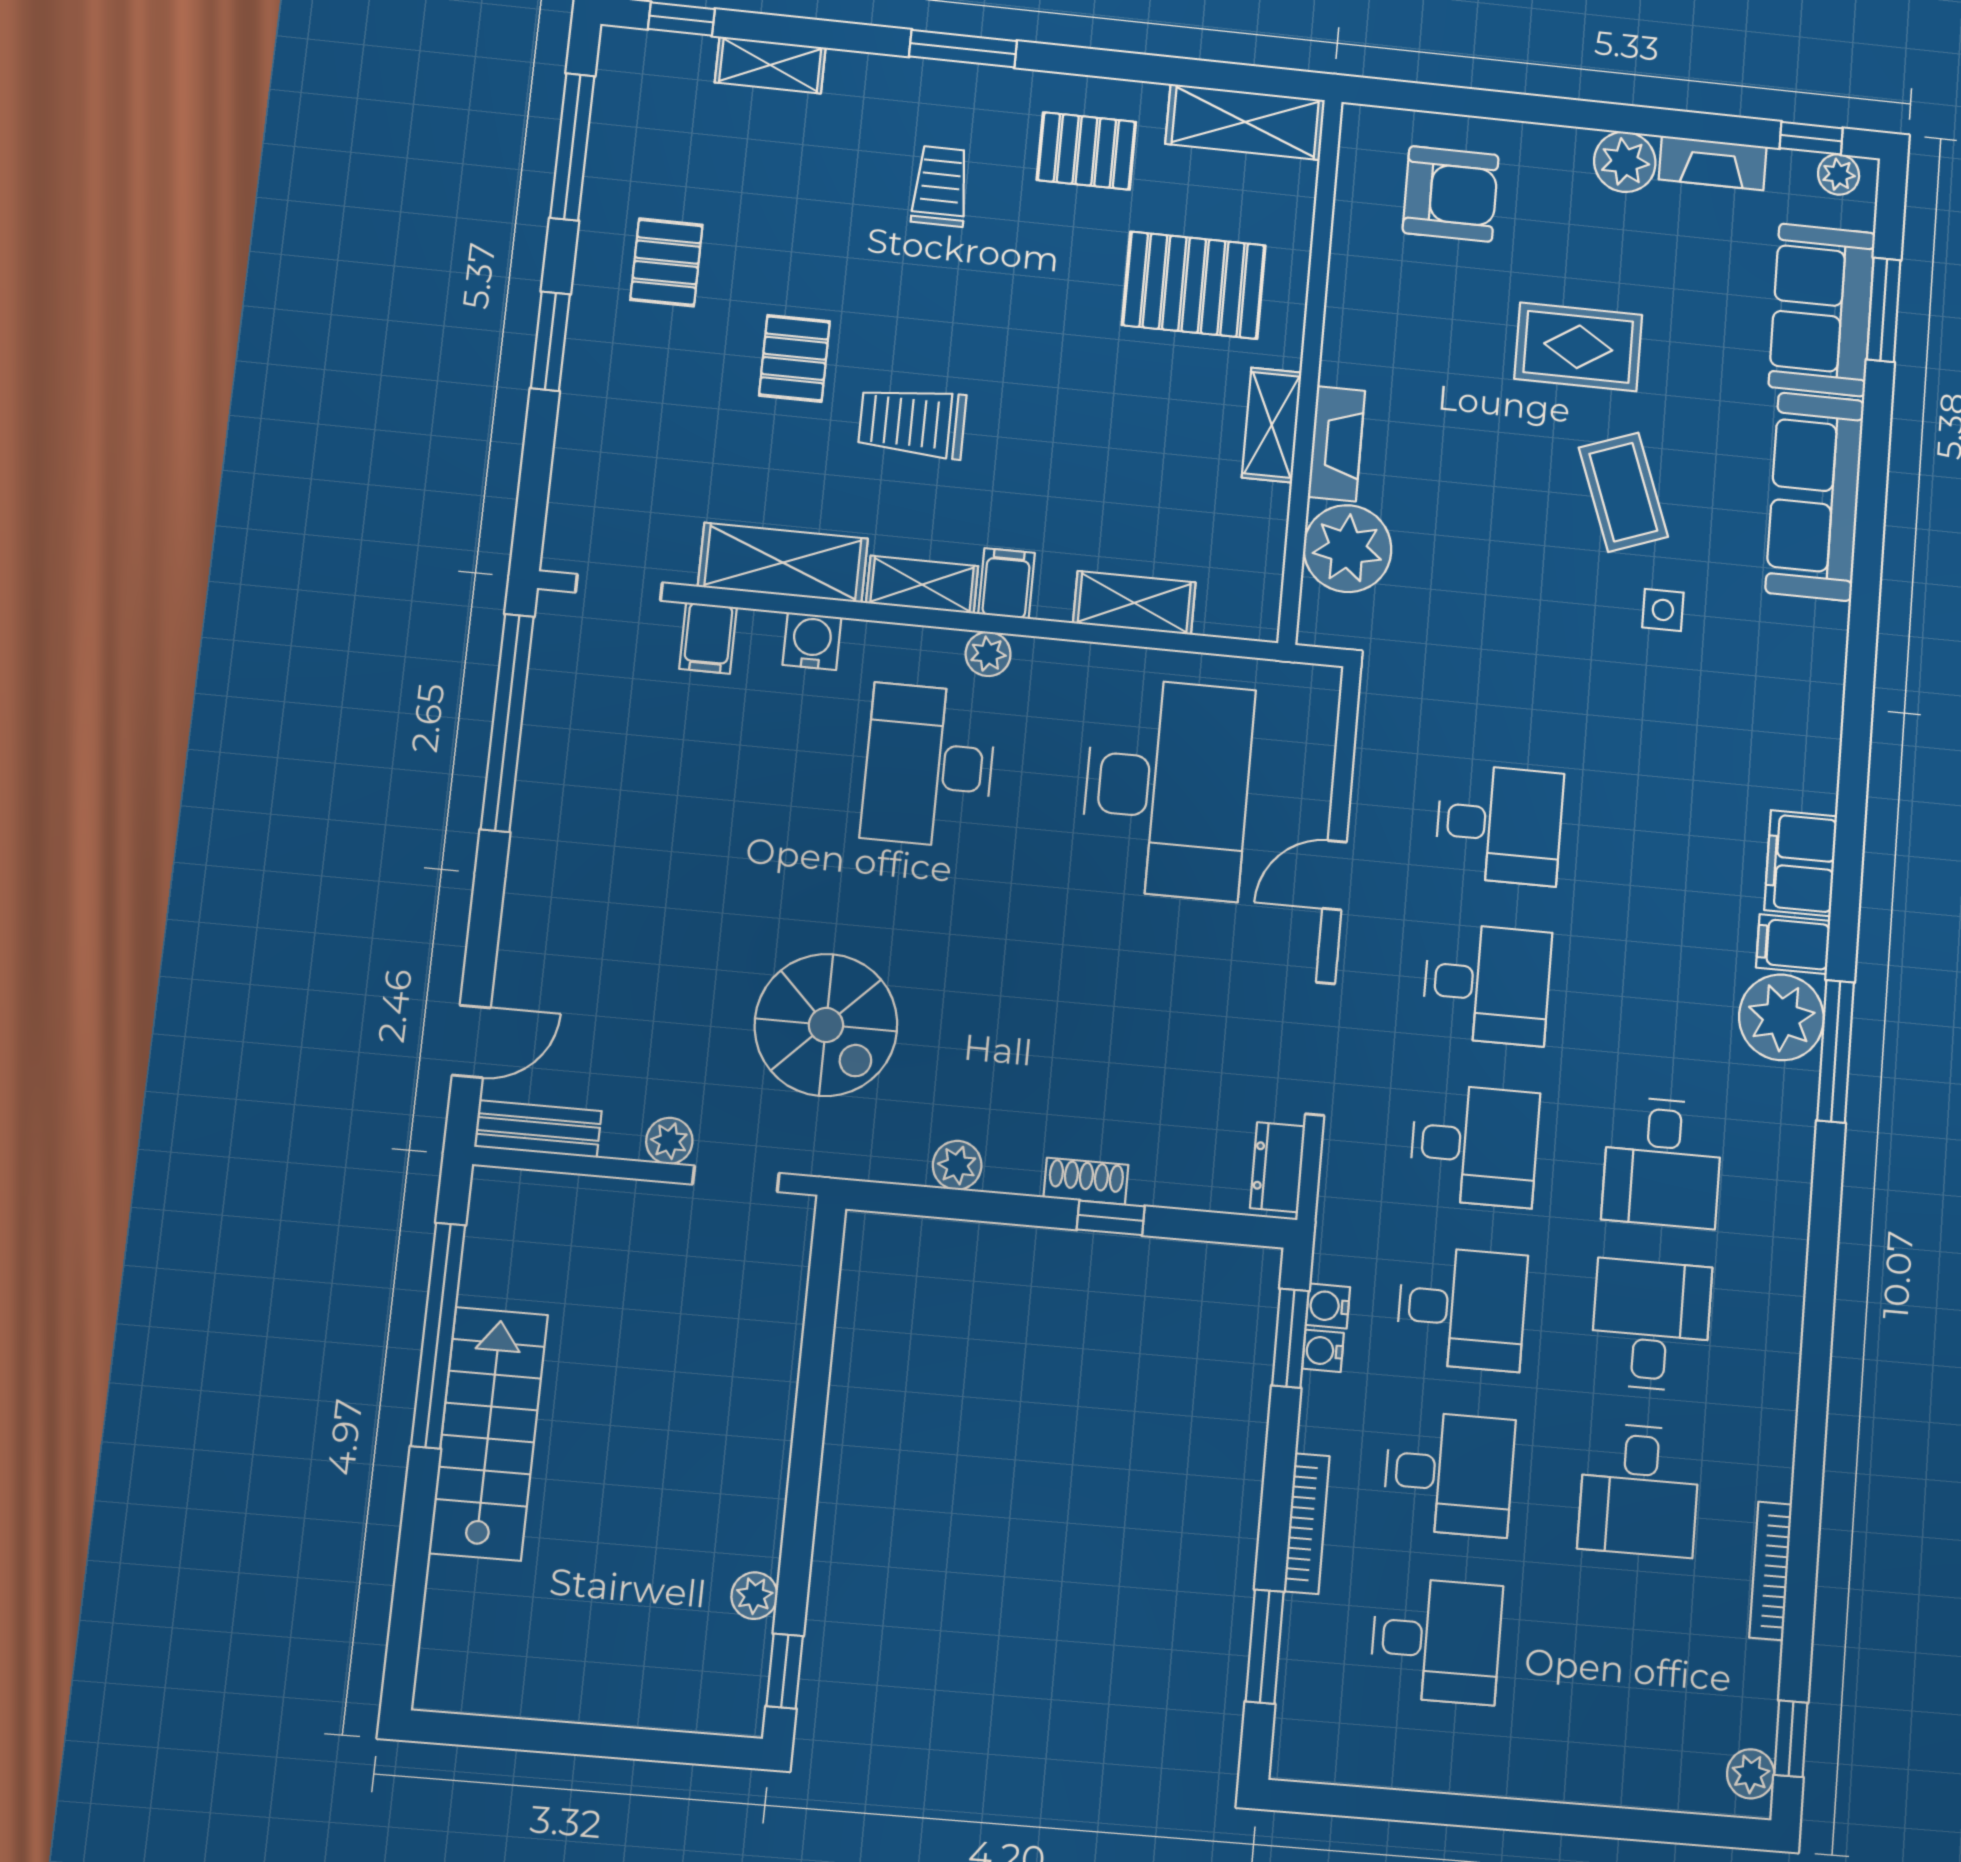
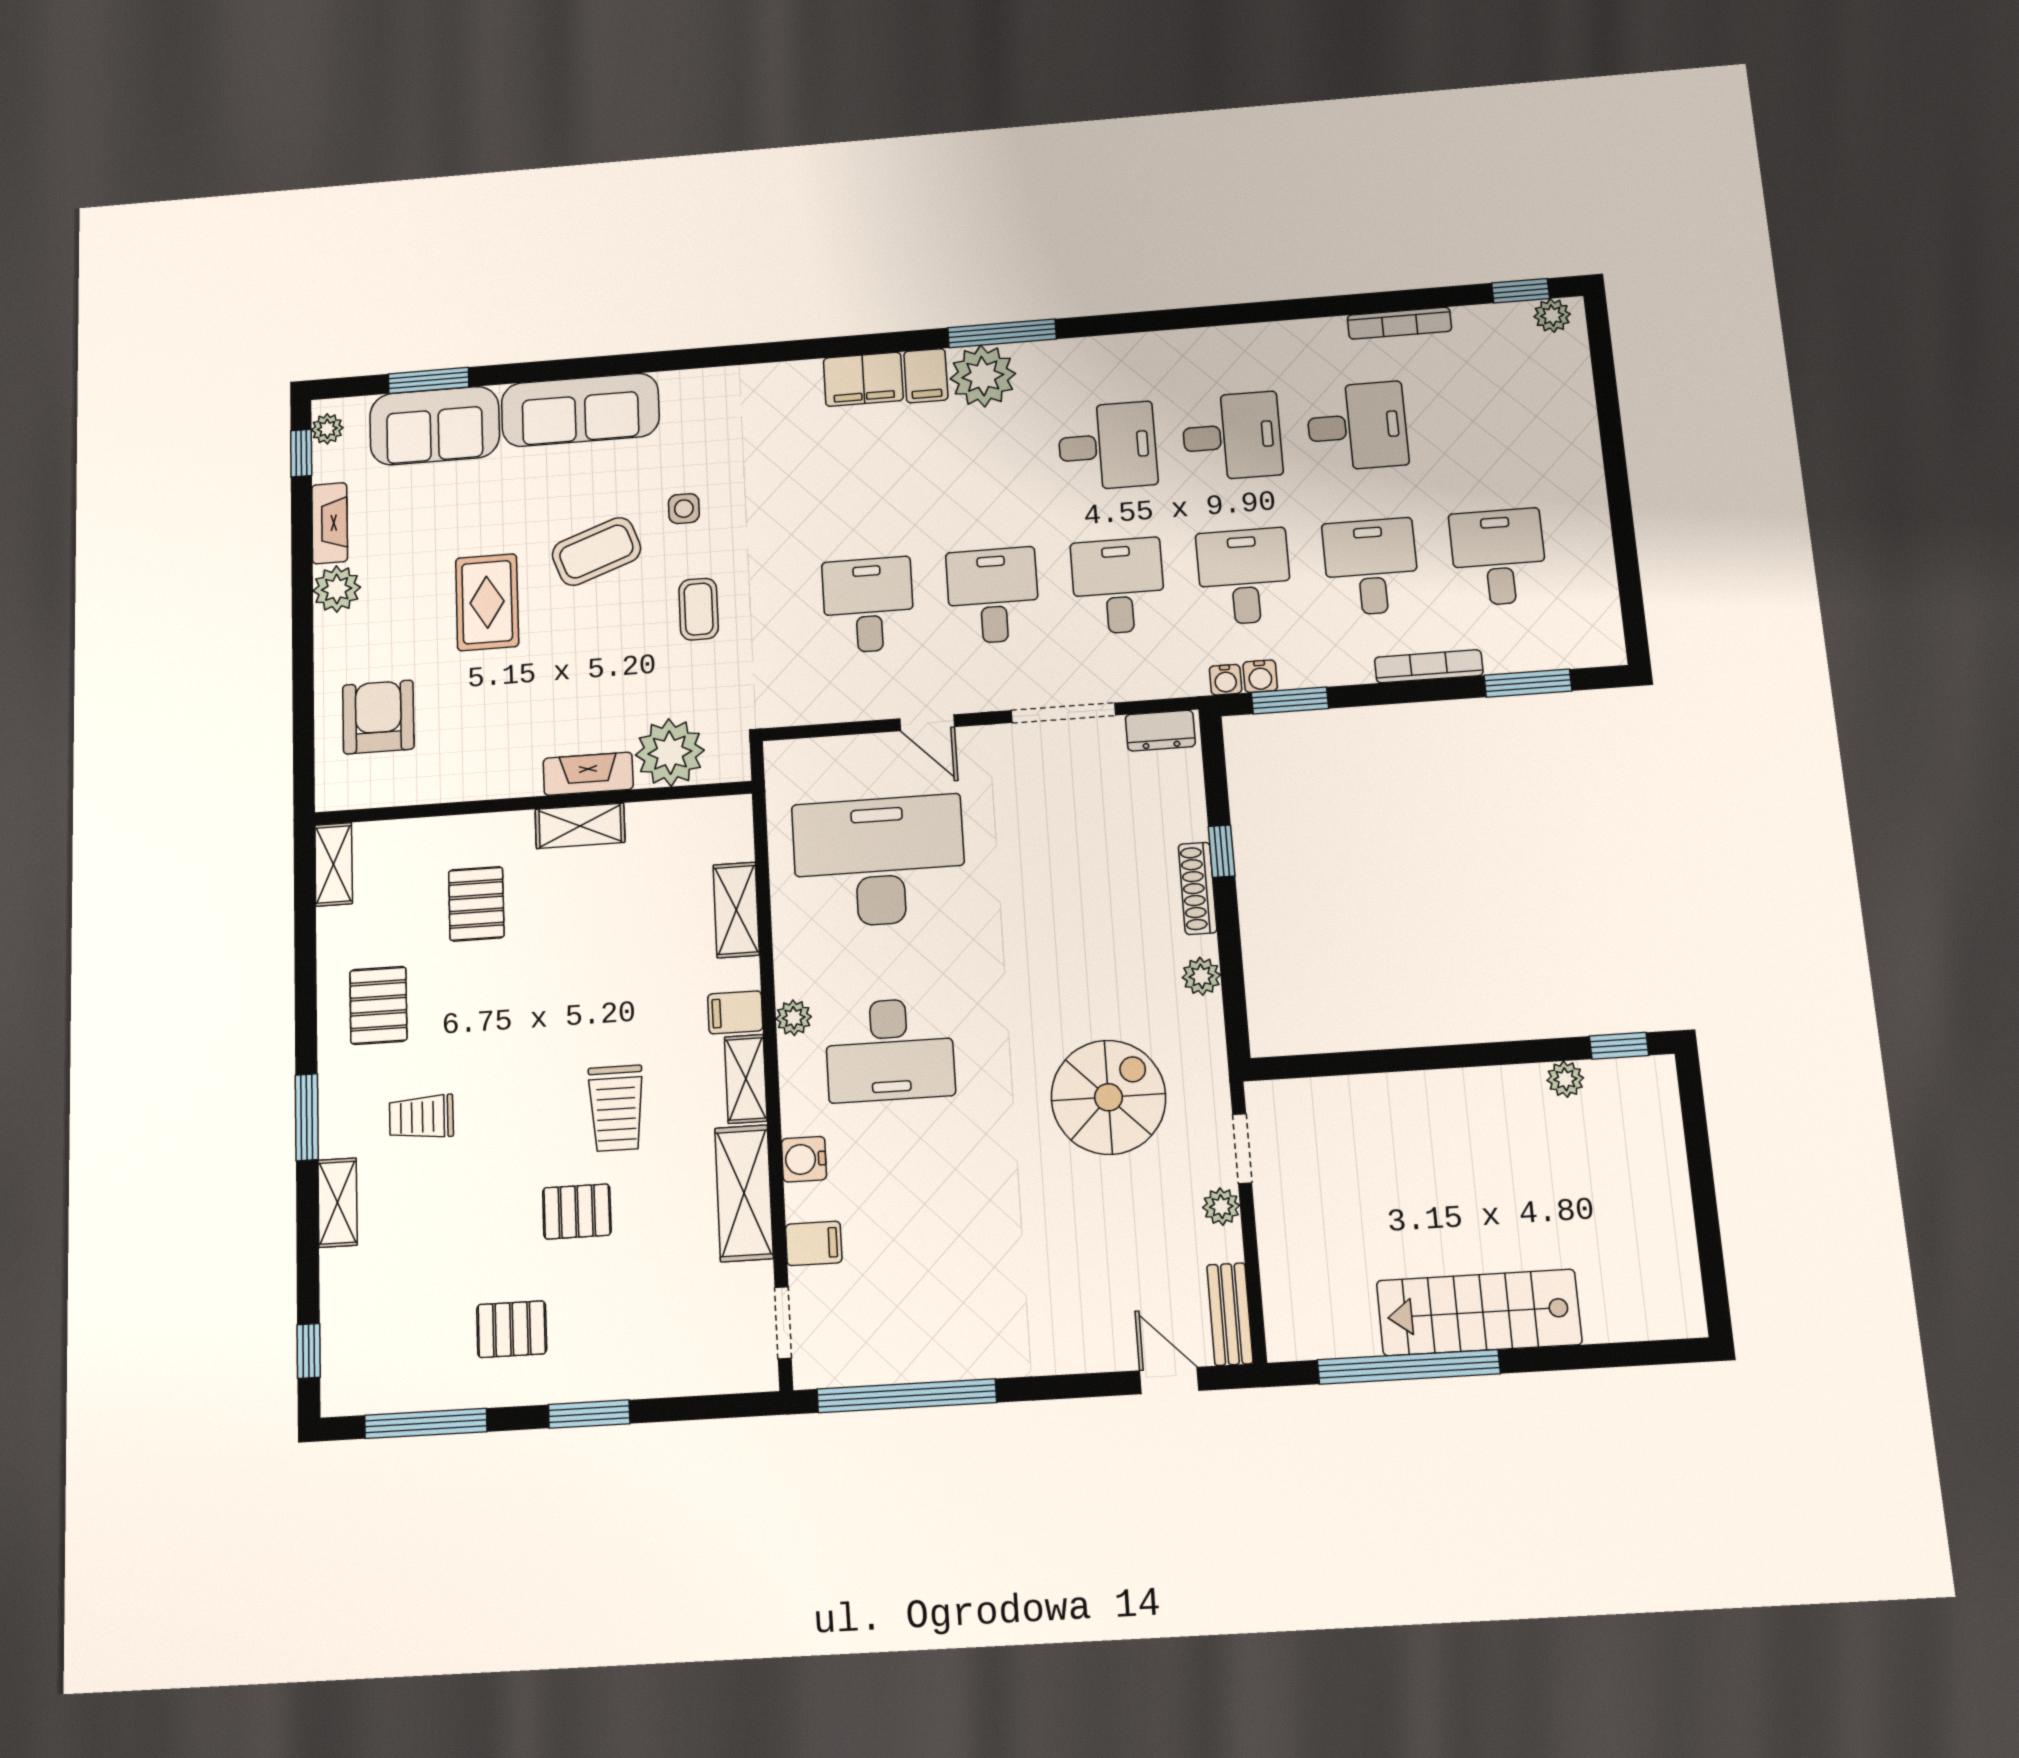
shelving: (770, 65) -> (338, 1203), moved
shelving: (1245, 122) -> (334, 864), width x0.67, depth x0.75
pallet: (1194, 285) -> (476, 904), width x0.67, depth x0.71
coffee table: (1528, 610) -> (699, 609), added
shoe rack: (1086, 1181) -> (1198, 888), width x1.43
desk: (1651, 1325) -> (1232, 436), turned 180
water cooler: (1323, 1351) -> (1226, 680), moved

